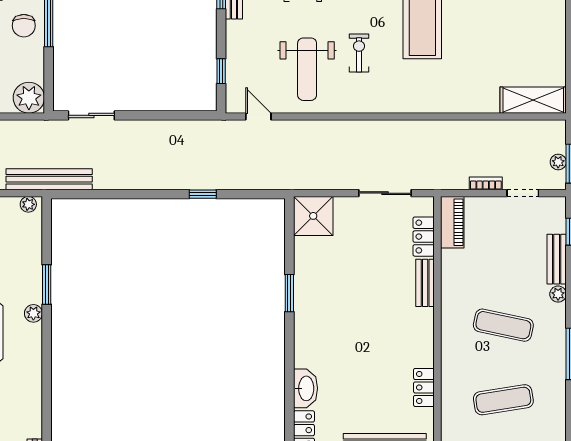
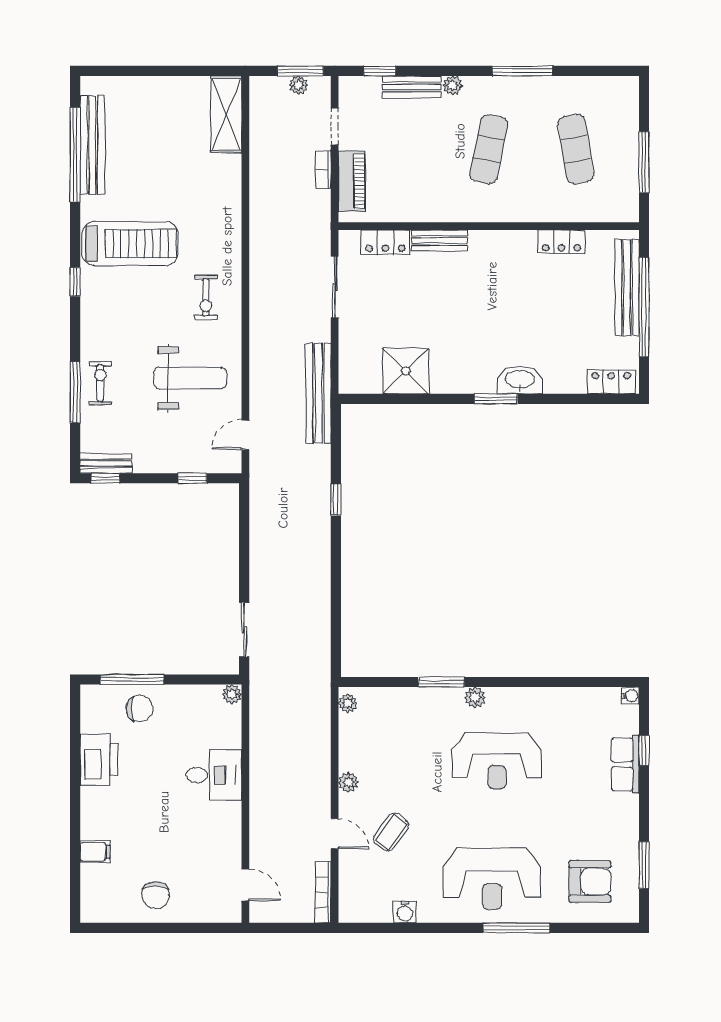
exercise bike: (359, 53) -> (206, 297), moved, turned -90
plant: (29, 98) -> (232, 694), width x0.53, depth x0.53
bench: (49, 179) -> (319, 393), moved
shower: (313, 216) -> (406, 371), moved
piano: (452, 222) -> (352, 181), moved, turned 90
window: (289, 293) -> (496, 399), moved
washbasin: (306, 388) -> (520, 380), moved

